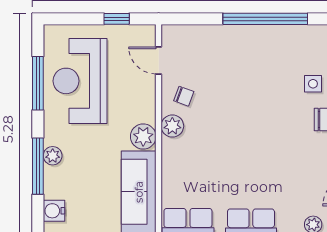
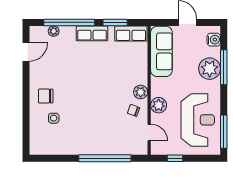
window: (265, 19) -> (105, 158), moved
window: (38, 83) -> (224, 132), moved
plant: (143, 136) -> (159, 105), moved
plant: (53, 156) -> (210, 69), width x1.88, depth x1.88

